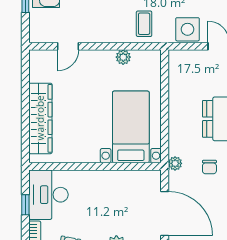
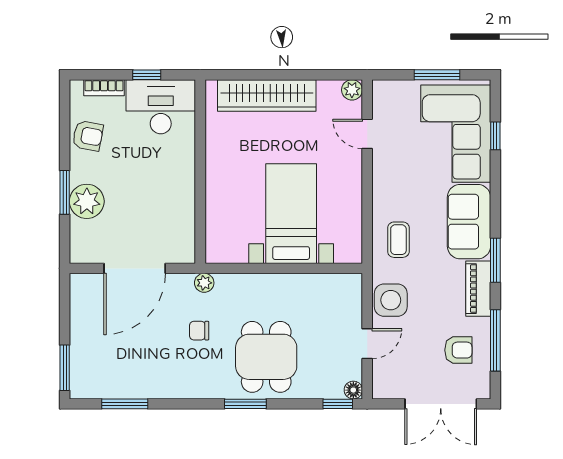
coffee table: (144, 24) -> (398, 240), turned 90
plant: (123, 57) -> (352, 90), moved
bed with nightstands: (131, 127) -> (291, 214), moved, turned -90

